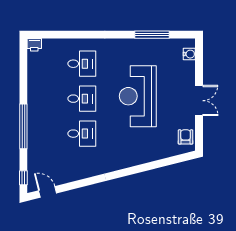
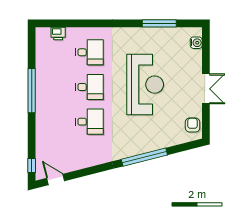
printer: (34, 45) -> (58, 34), moved
reception desk: (138, 96) -> (145, 85), turned 180
window: (23, 126) -> (32, 91), moved
window: (137, 169) -> (144, 157), added

